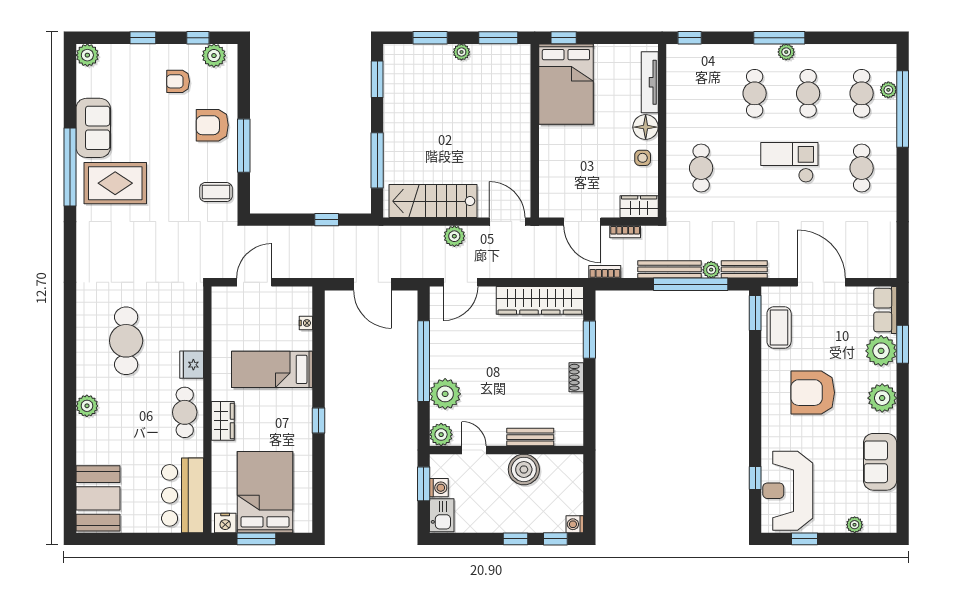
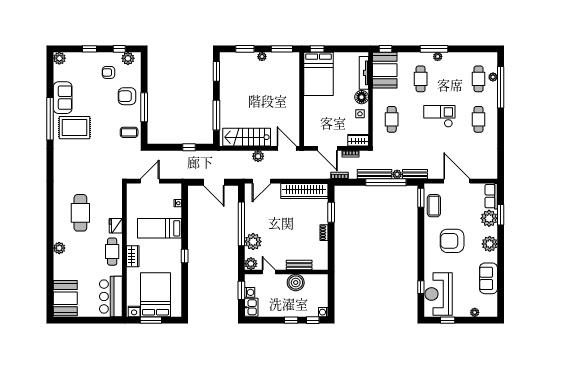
booth: (688, 77) -> (385, 70), added
cafe table: (808, 93) -> (450, 79), removed

